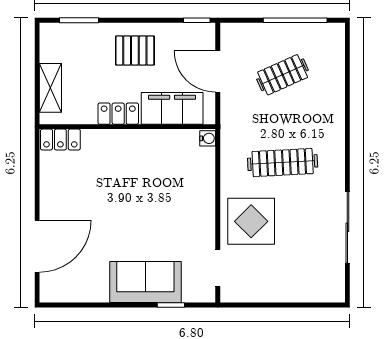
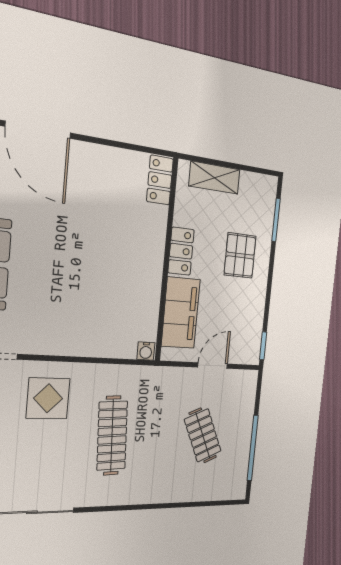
pallet: (135, 50) -> (240, 255), moved
door: (218, 72) -> (213, 366), width x0.73
display table: (251, 221) -> (48, 398), width x0.73, depth x0.73

